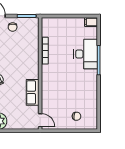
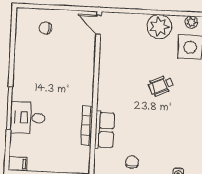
desk: (86, 54) -> (28, 118), width x0.73
row of seats: (33, 92) -> (105, 130), moved

